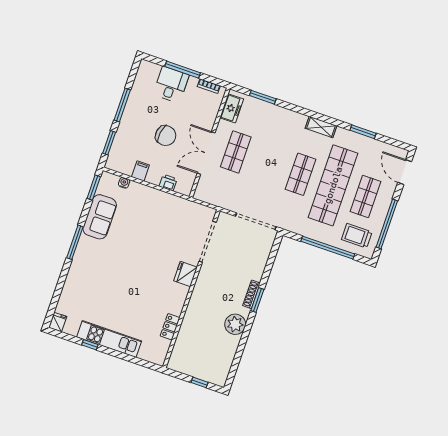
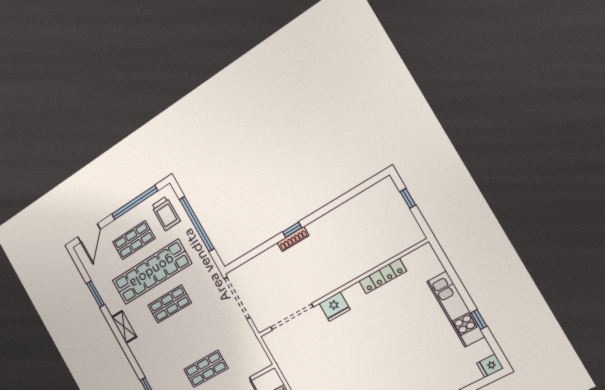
window: (257, 300) -> (292, 230), width x0.67
plant: (235, 324) -> (330, 225), removed
locker: (170, 327) -> (383, 276), width x1.53

